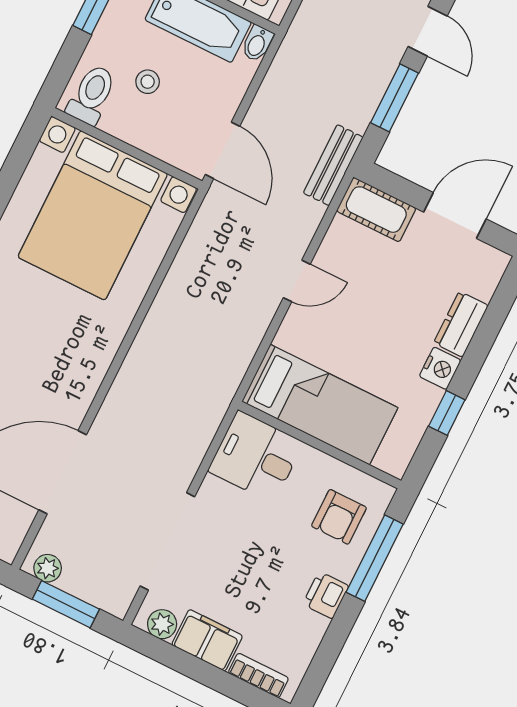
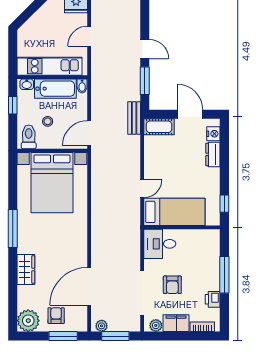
door: (222, 150) -> (89, 133), swing flipped
door: (455, 215) -> (190, 114), hinge flipped
door: (297, 281) -> (142, 189), moved
nightstand: (440, 368) -> (213, 134), moved
window: (447, 413) -> (224, 204), moved
armchair: (339, 517) -> (172, 285), moved
window: (375, 558) -> (224, 275), moved
printer: (326, 595) -> (213, 299), moved

